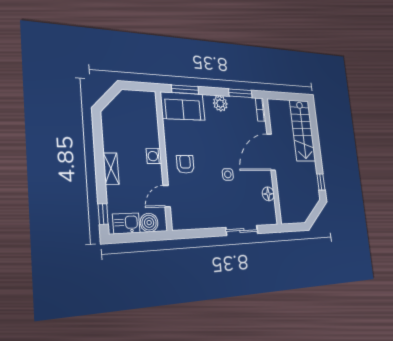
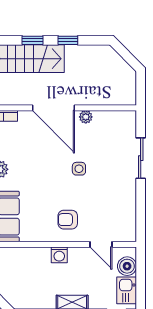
window: (315, 136) -> (33, 40), added
plant: (268, 180) -> (86, 117), added
window: (321, 182) -> (68, 40), moved
floor lamp: (268, 194) -> (102, 118), removed

